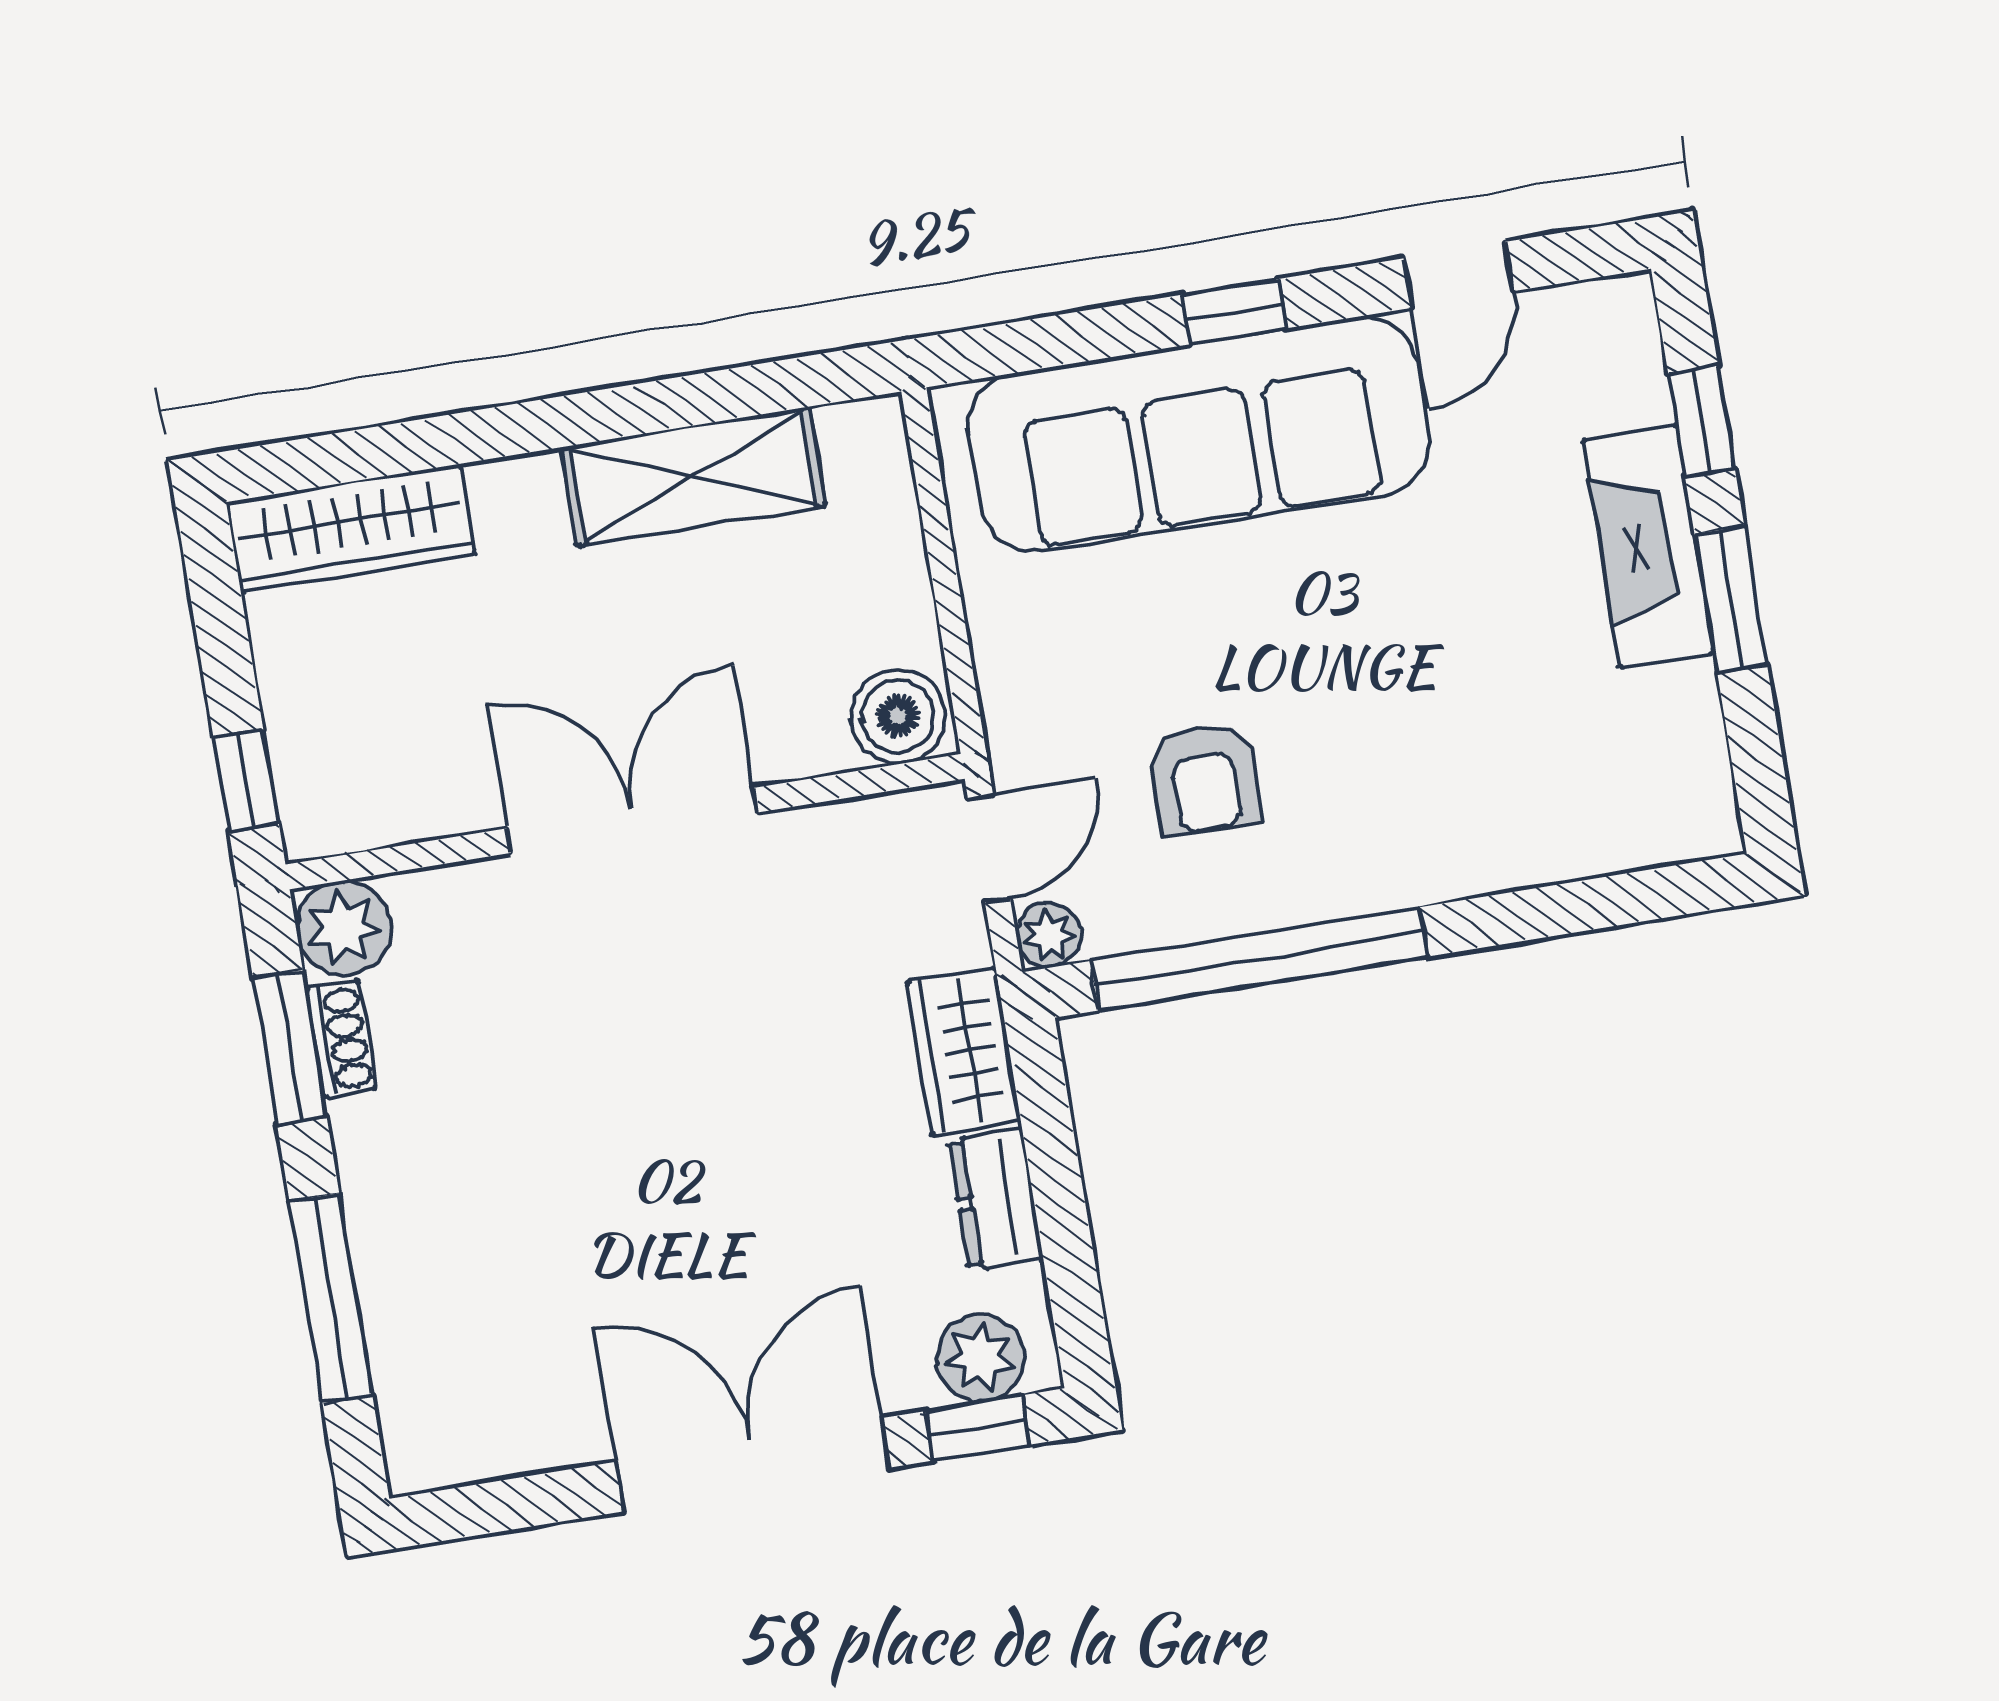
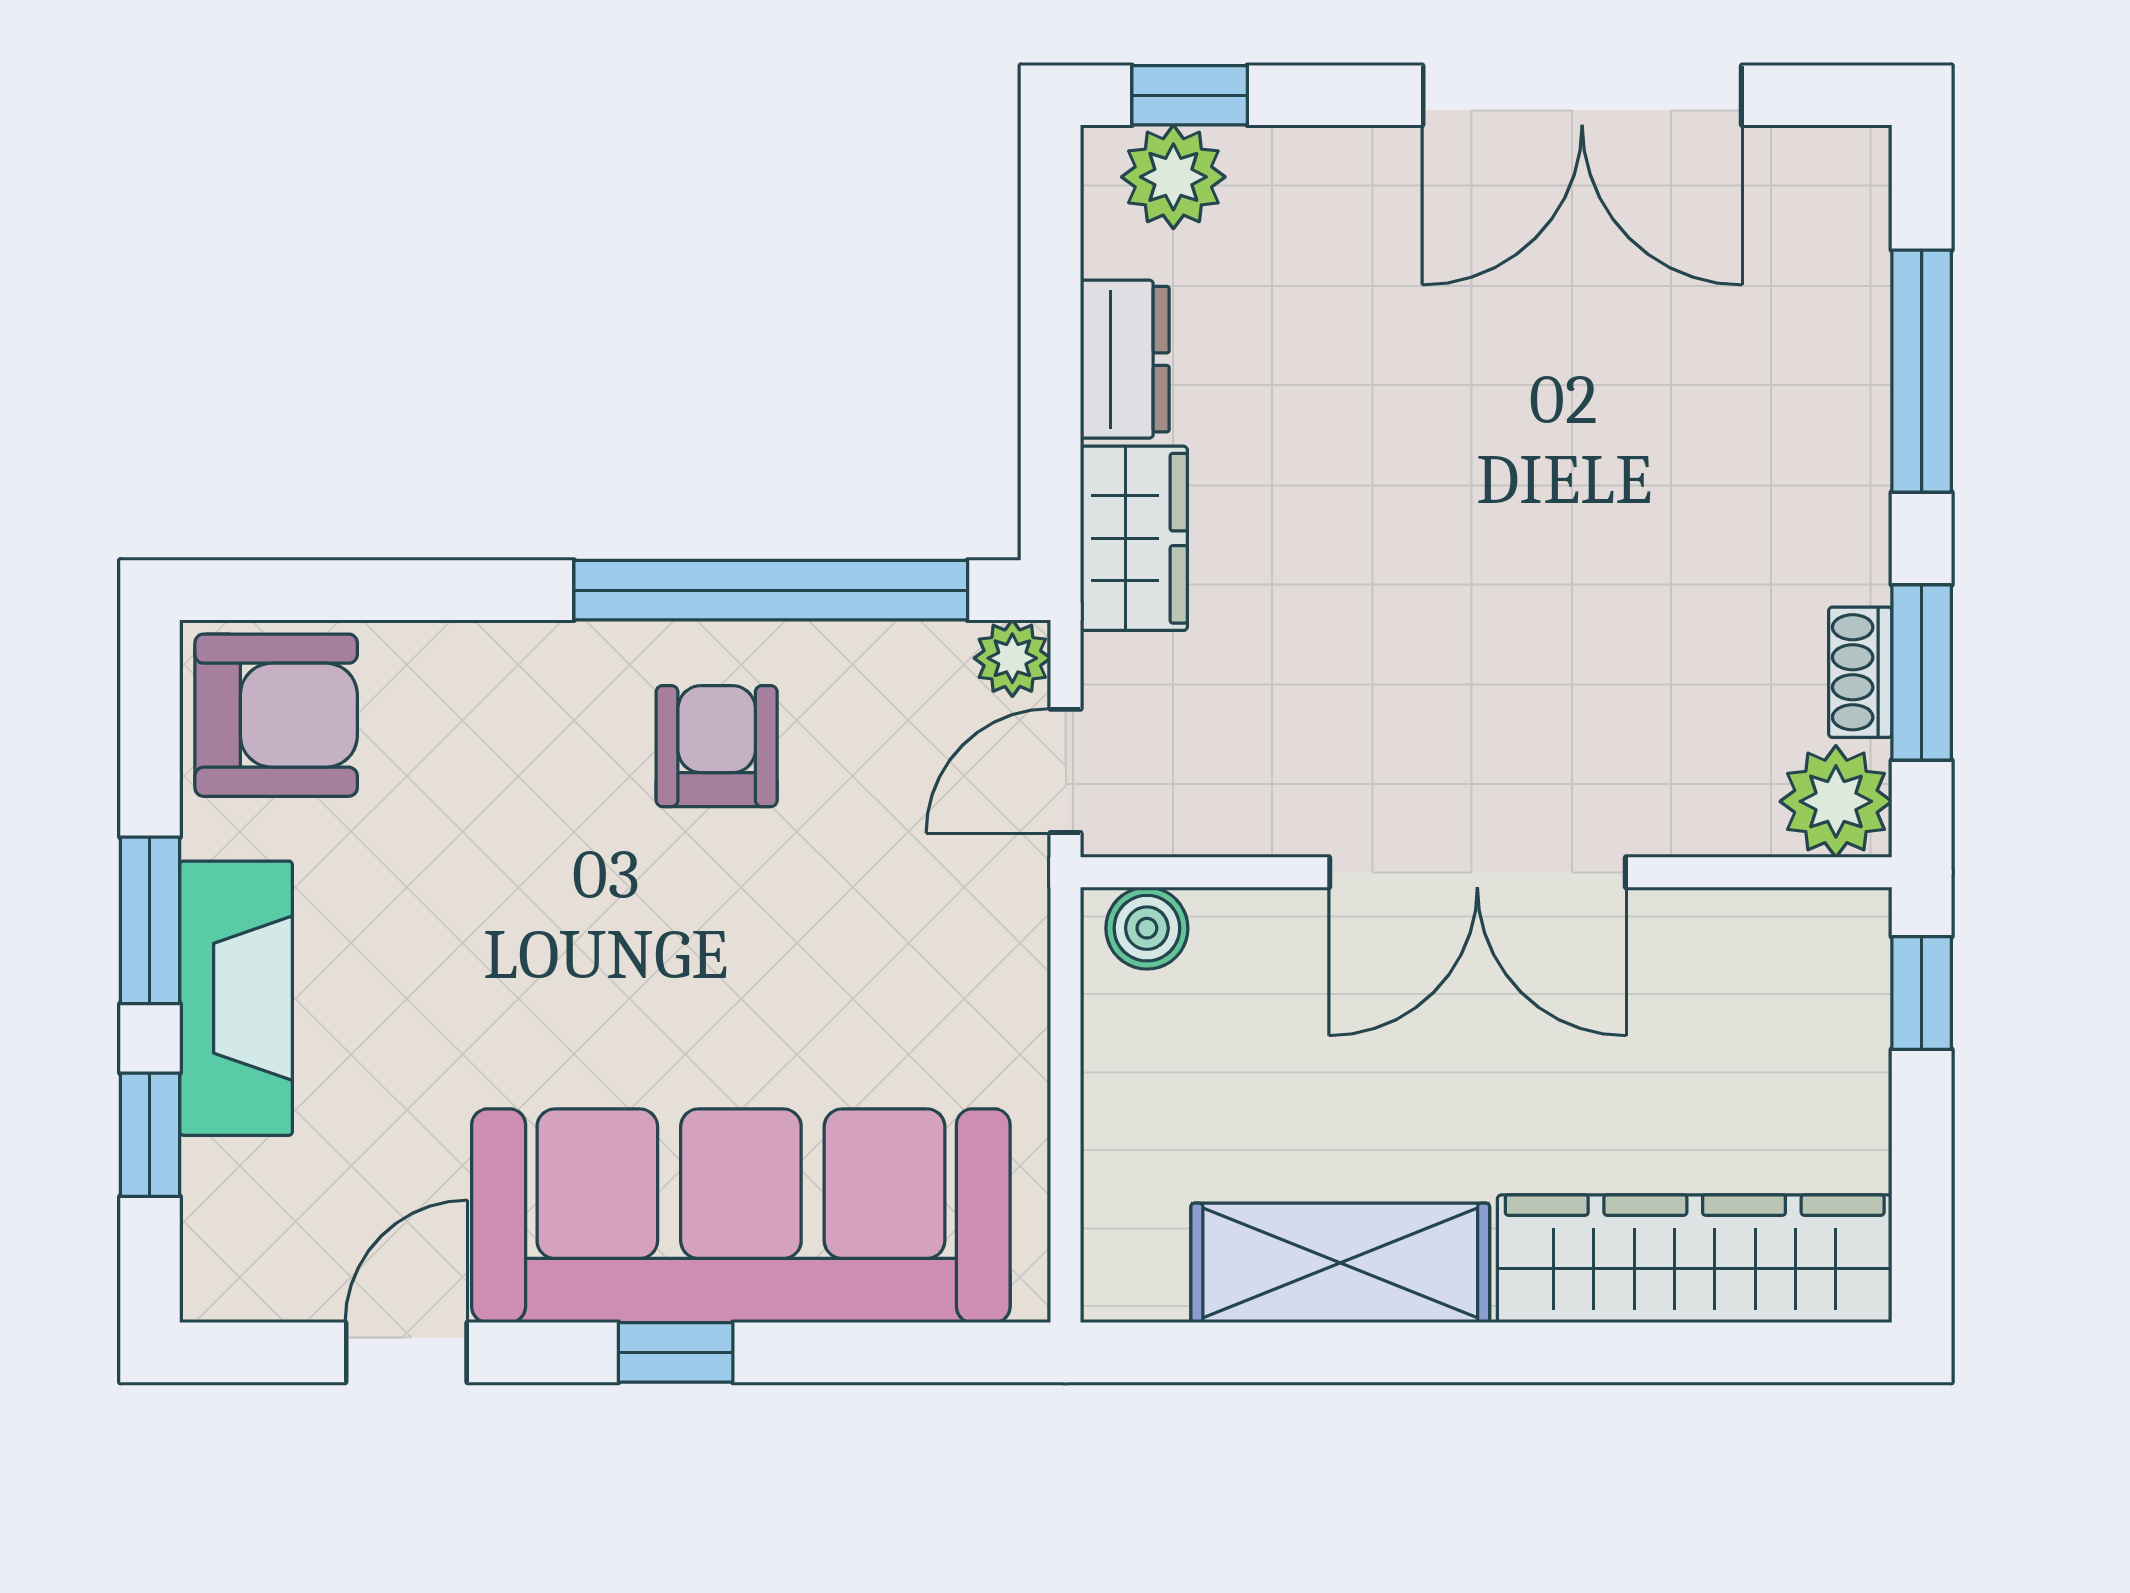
wardrobe: (351, 528) -> (1695, 1259), width x1.40, depth x1.17
boiler: (898, 716) -> (1147, 928), width x0.73, depth x0.73
armchair: (1205, 778) -> (717, 746), moved
armchair: (1654, 787) -> (276, 715), added
double door: (753, 1465) -> (1582, 95), moved

